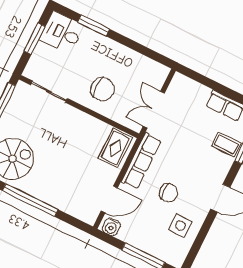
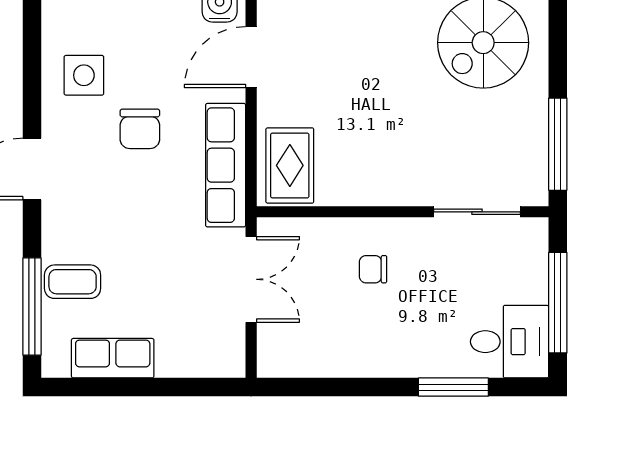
window: (35, 39) -> (558, 303), width x1.44
chair: (102, 89) -> (373, 269), width x0.54, depth x0.54
chair: (169, 193) -> (140, 129), turned -90

